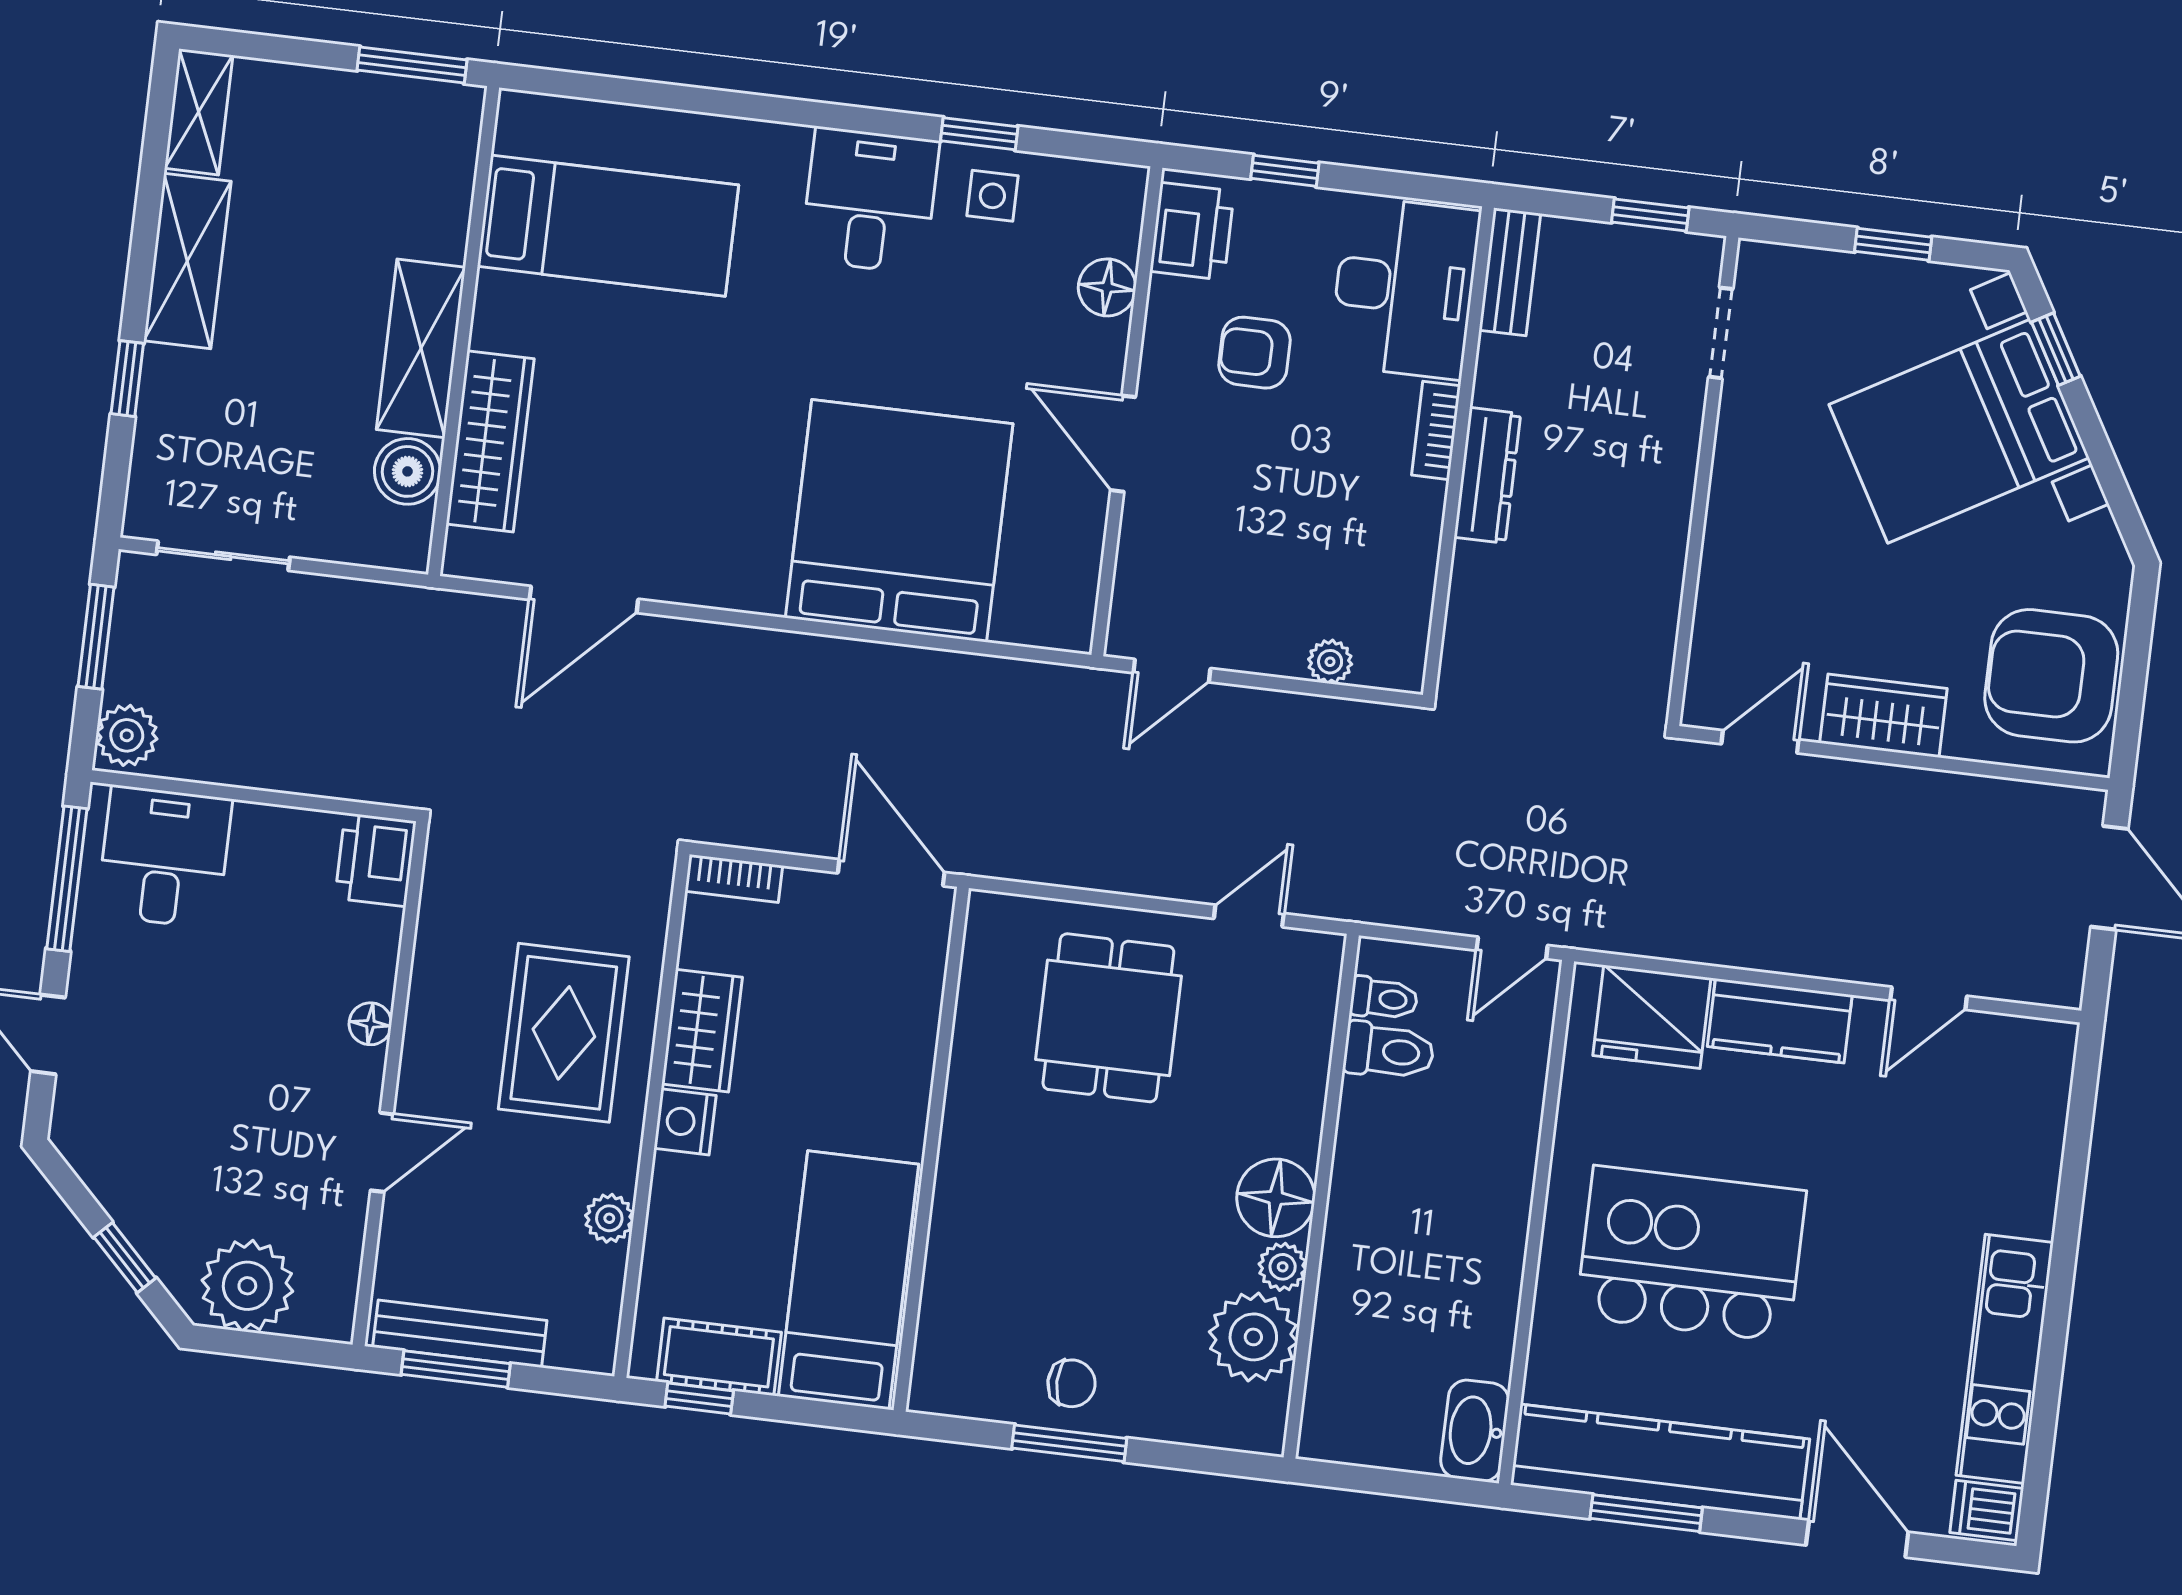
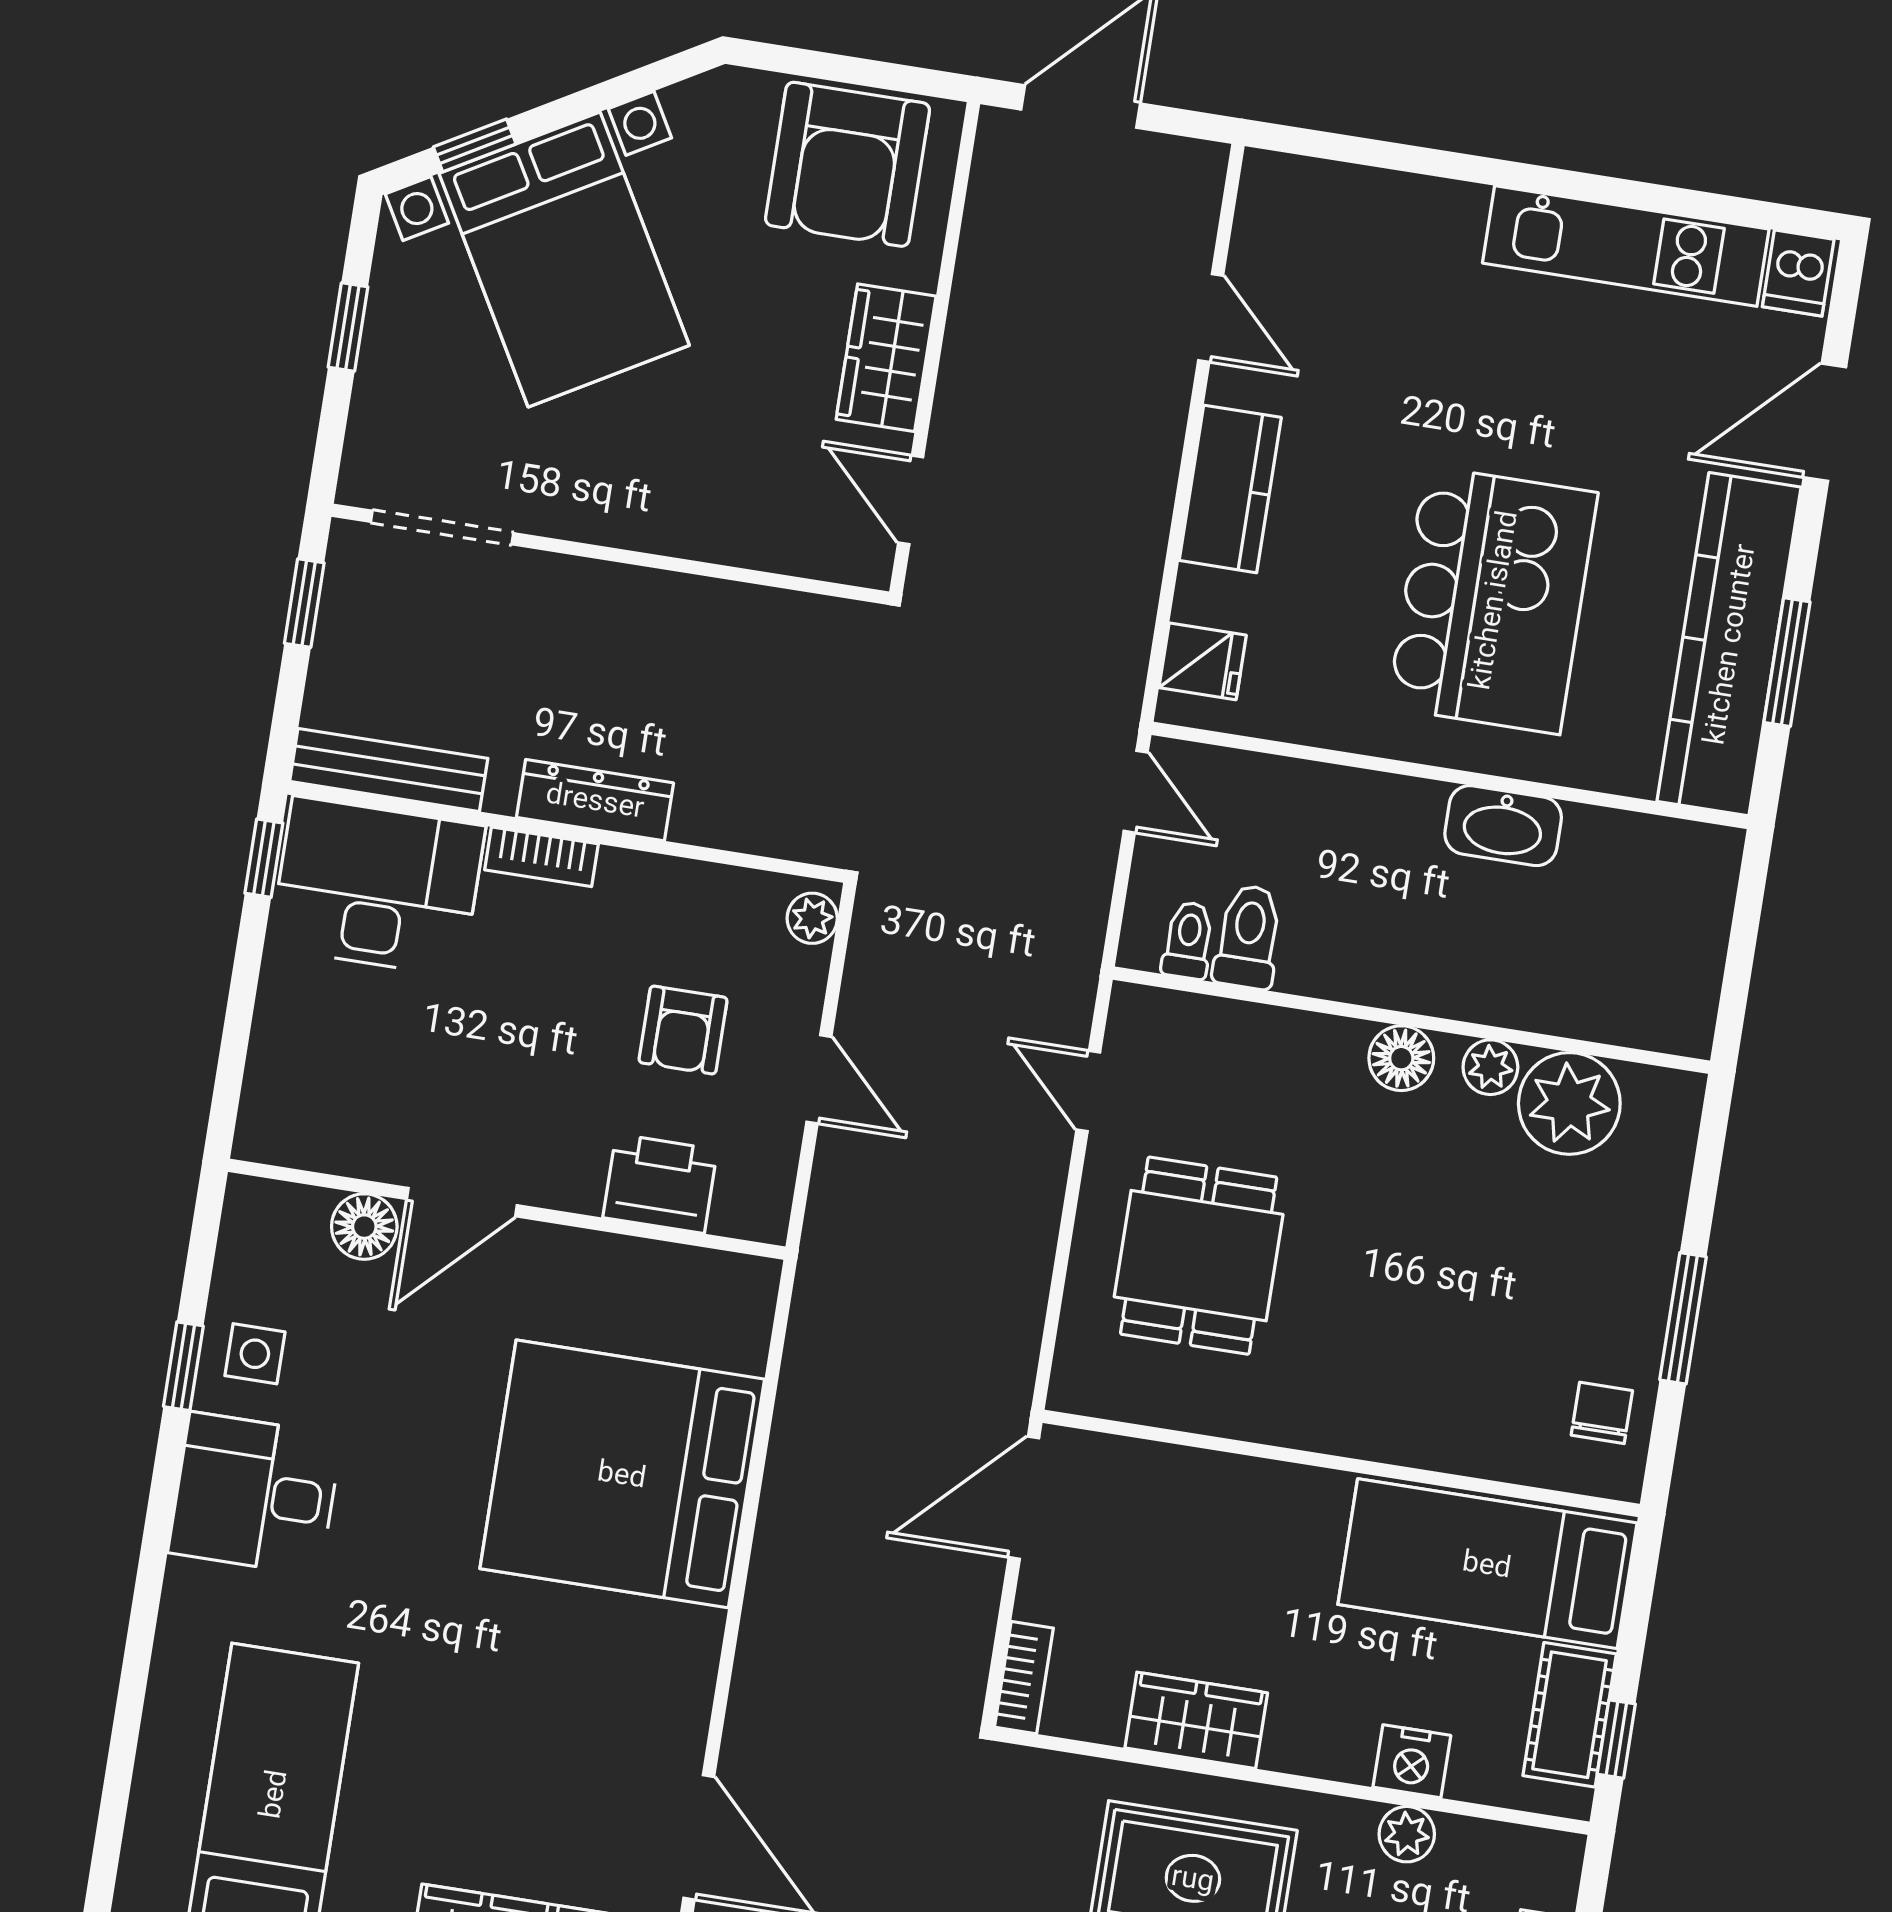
window: (1285, 171) -> (264, 858), moved
printer: (1192, 231) -> (660, 1184), moved
bench: (1510, 272) -> (389, 770), width x1.36
doorway: (1721, 333) -> (442, 528), width x1.38
armchair: (1255, 353) -> (683, 1030), moved
door: (1123, 444) -> (462, 1202), moved
plant: (1330, 662) -> (812, 918), moved
door: (1172, 671) -> (819, 1079), moved
fridge: (1652, 1017) -> (1203, 661), width x0.53, depth x0.75
dining table: (1108, 1018) -> (1199, 1256), turned 90
nightstand: (685, 1122) -> (1412, 1761), moved
floor lamp: (1276, 1198) -> (1401, 1058), width x0.73, depth x0.73
kitchen island: (1691, 1254) -> (1493, 600), turned 180
chair: (1071, 1383) -> (1602, 1413), moved
washbasin: (1475, 1431) -> (1503, 826), moved

